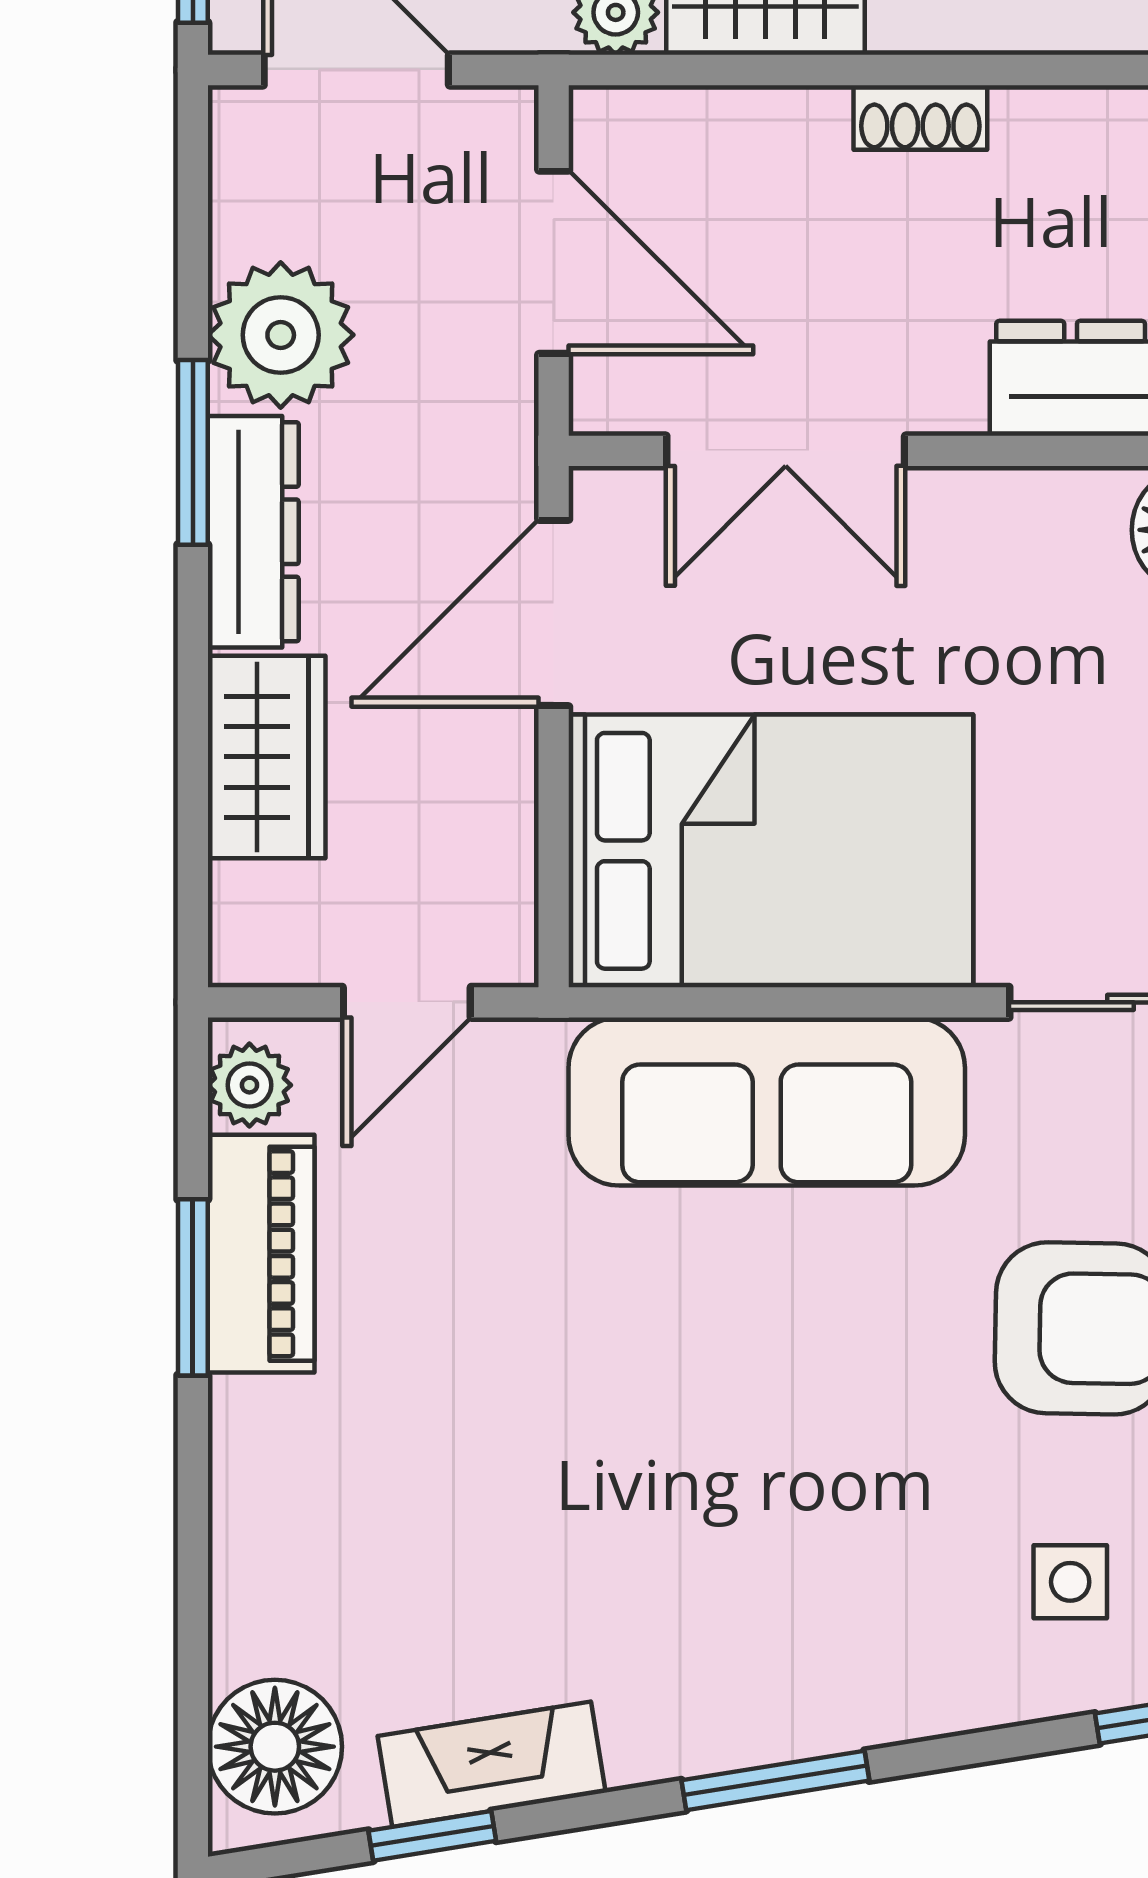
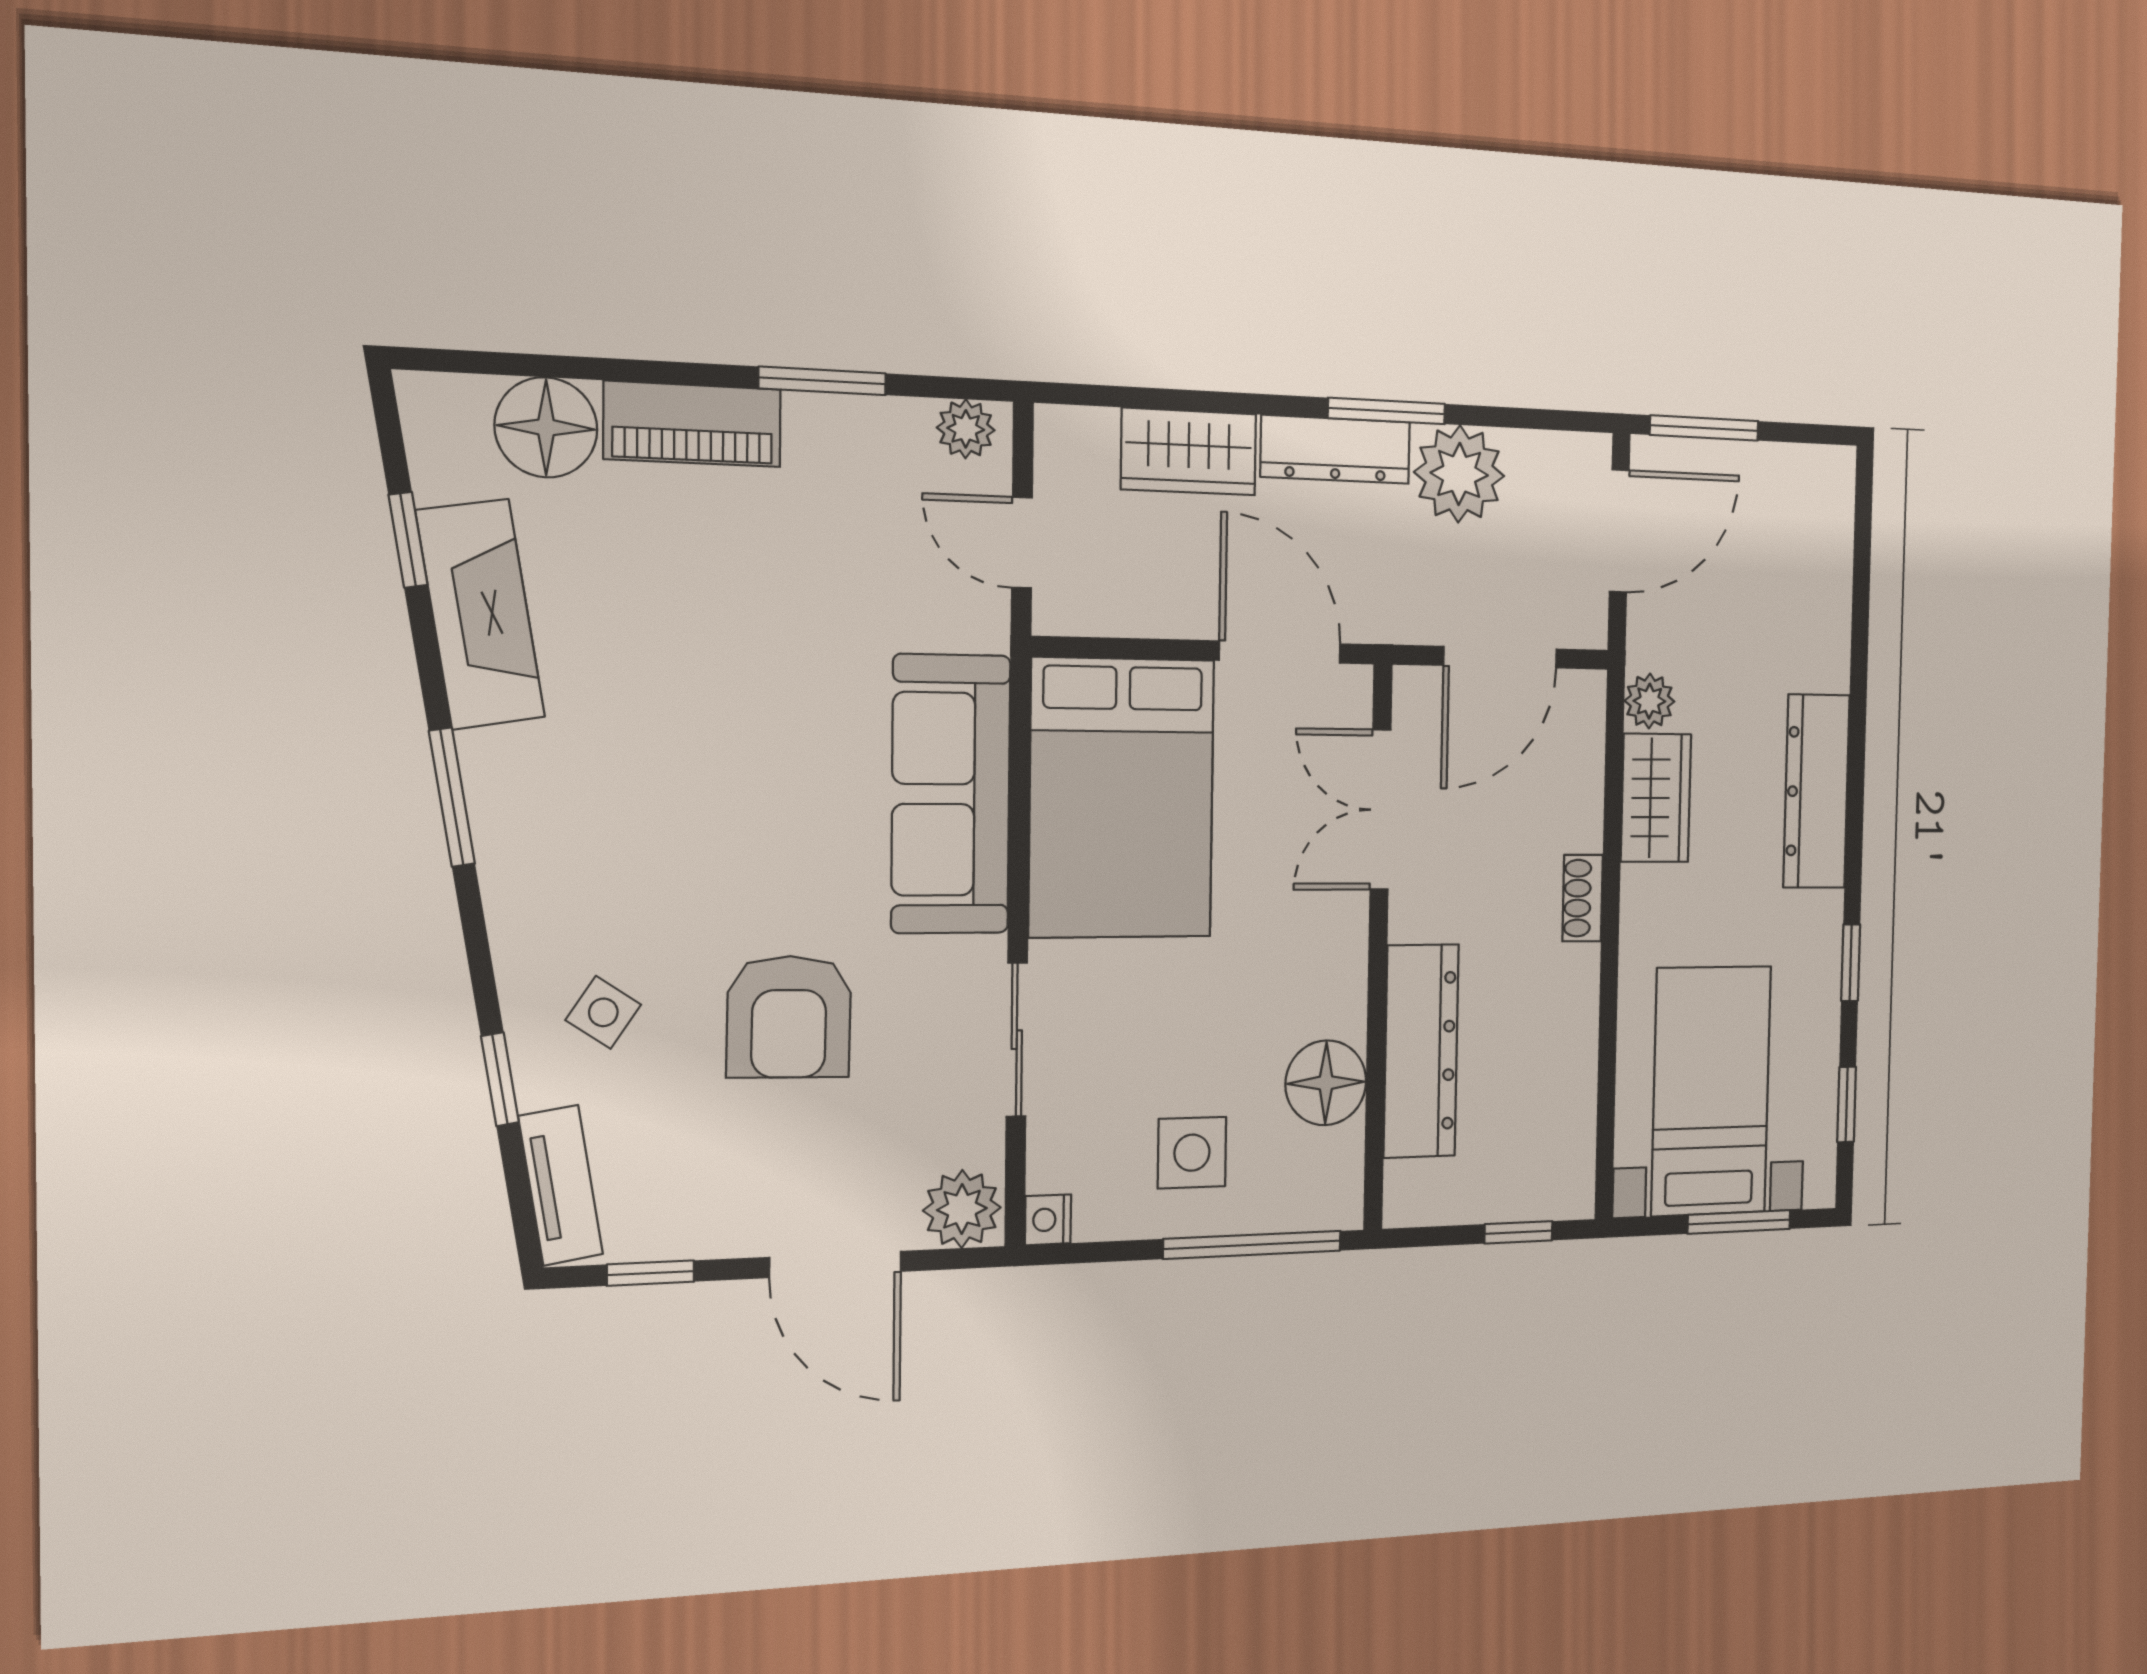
piano: (261, 1254) -> (693, 424), moved
side table: (1070, 1582) -> (603, 1012), turned 34
floor lamp: (275, 1747) -> (546, 427), moved
fireplace: (492, 1764) -> (480, 614), width x1.37, depth x1.32

